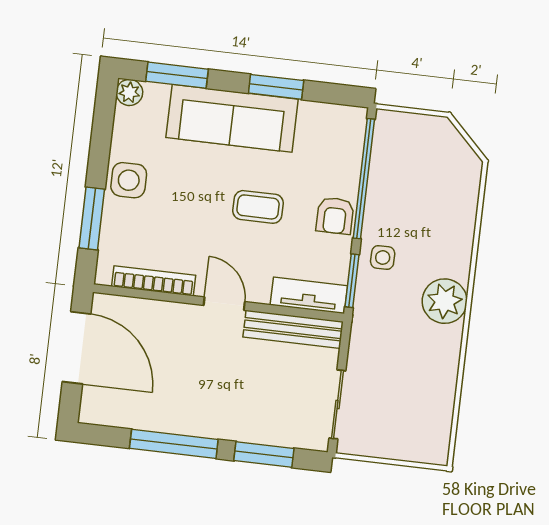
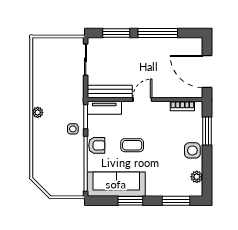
plant: (129, 92) -> (197, 177), moved
sofa: (232, 118) -> (116, 184), moved
armchair: (335, 216) -> (97, 145), turned 90
bookcase: (154, 281) -> (182, 106), width x0.64
plant: (445, 301) -> (38, 112), width x0.53, depth x0.53
door: (224, 304) -> (142, 99), swing flipped

